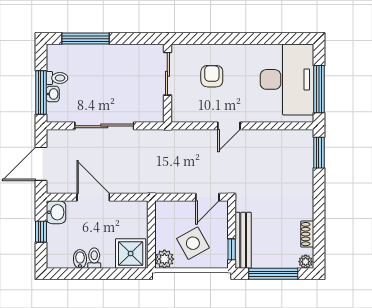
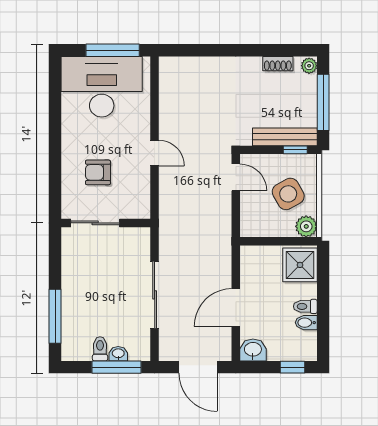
window: (319, 153) -> (185, 50), removed
window: (41, 232) -> (293, 367), moved

